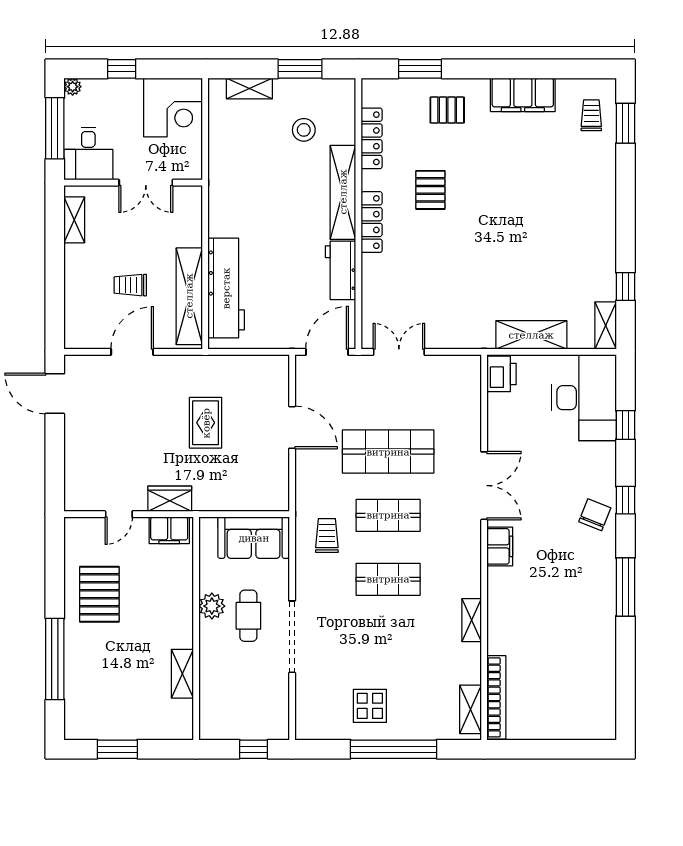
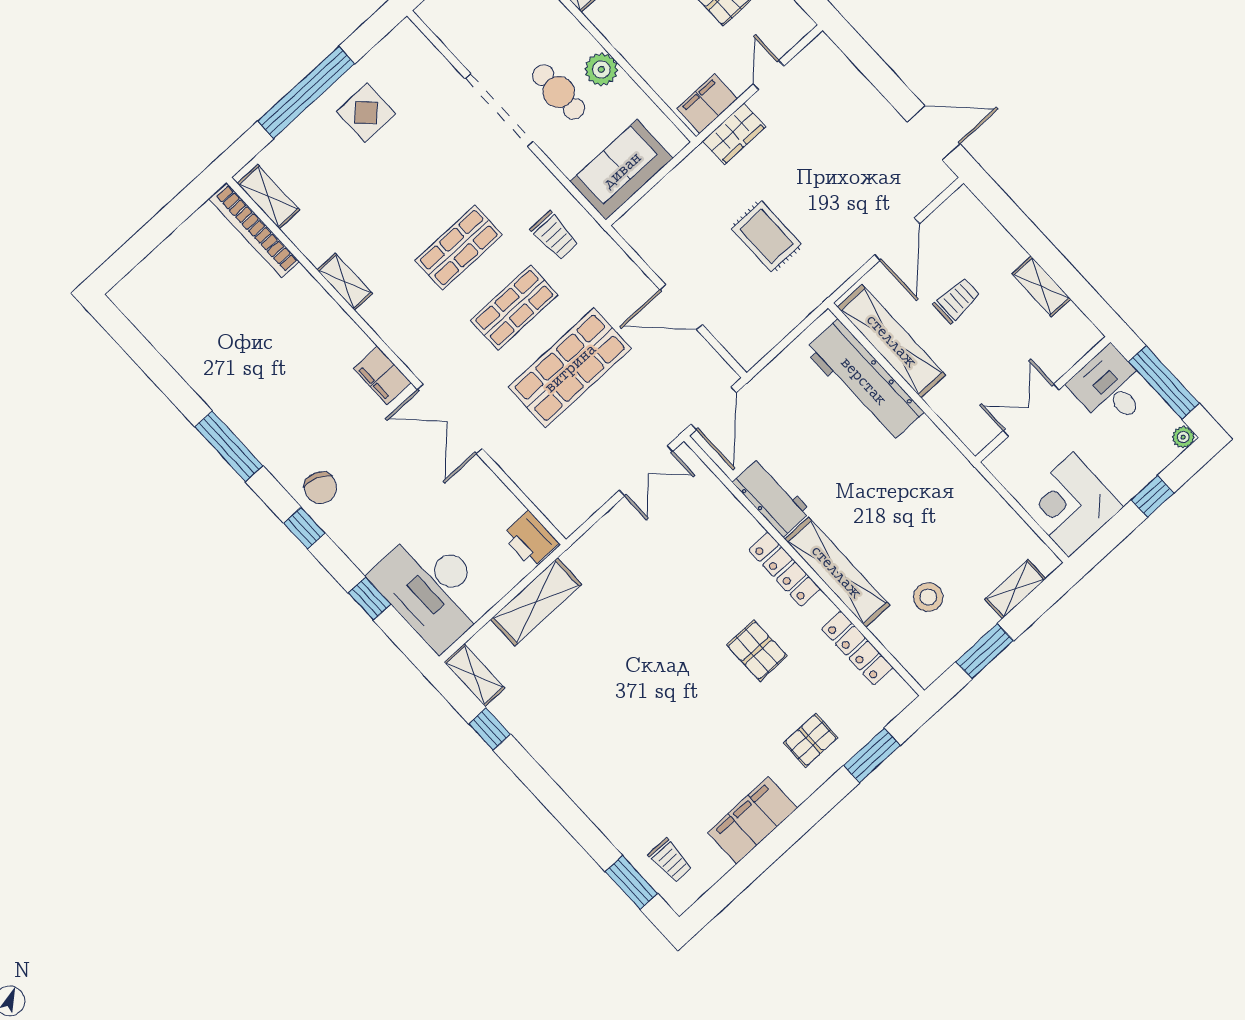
shelving: (74, 220) -> (1041, 286), moved

